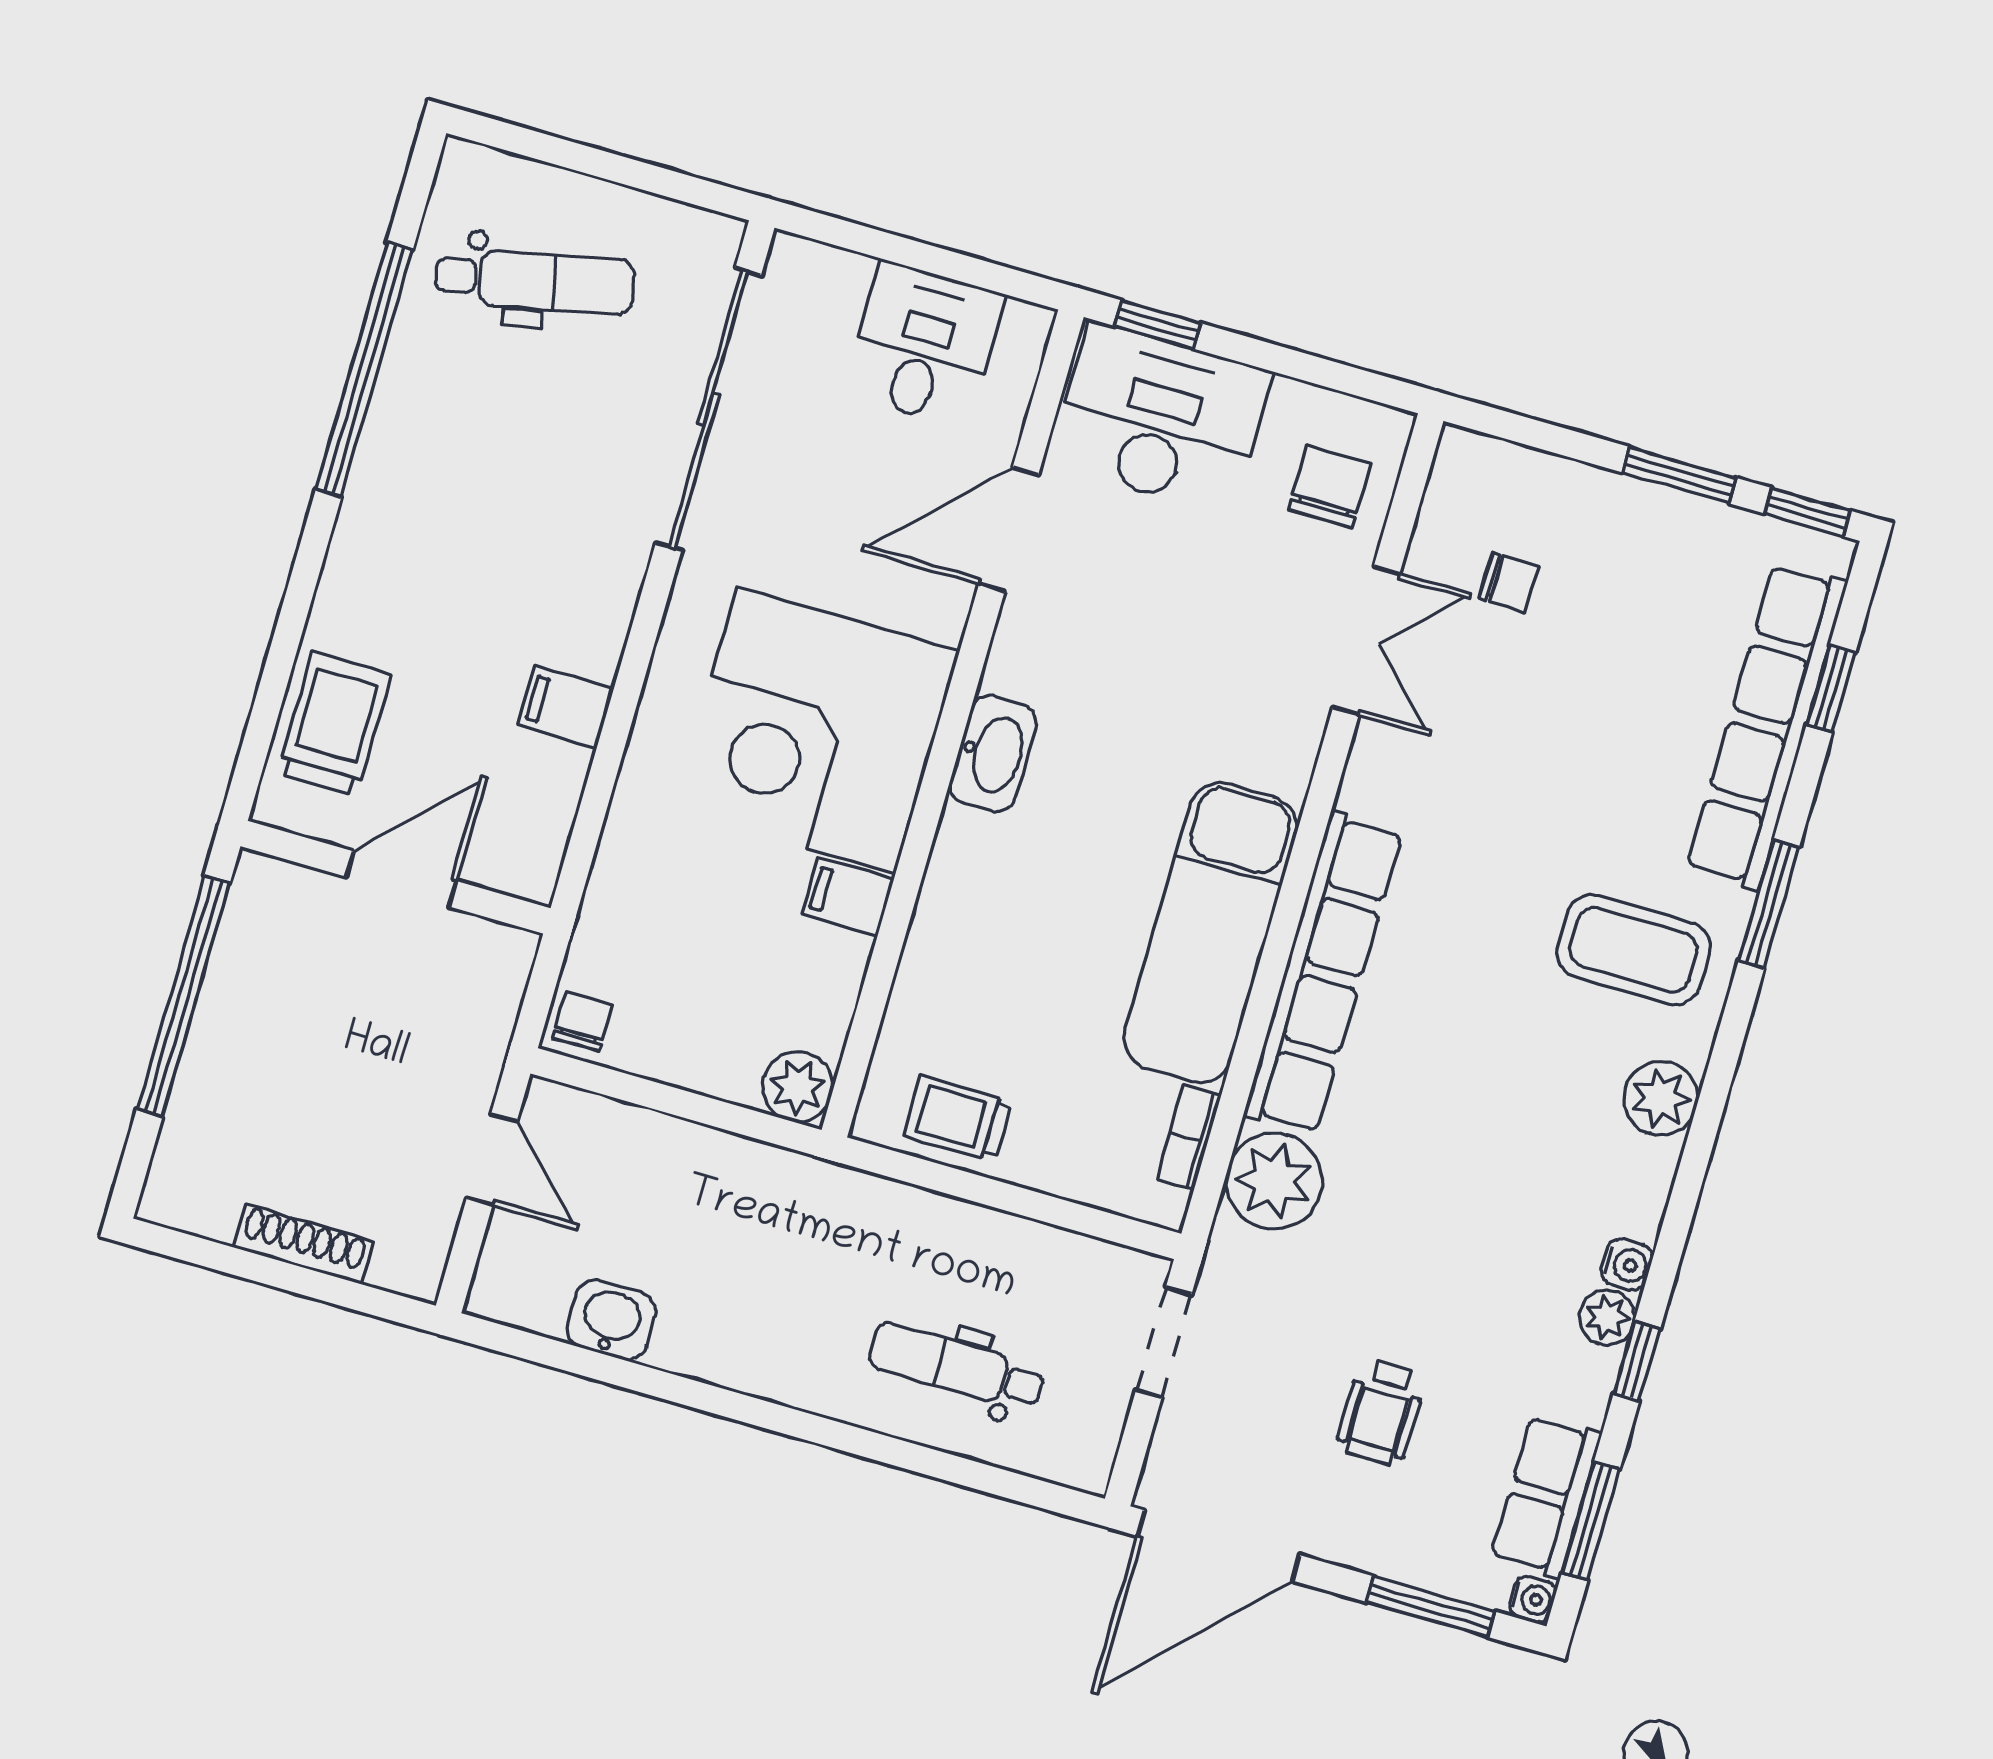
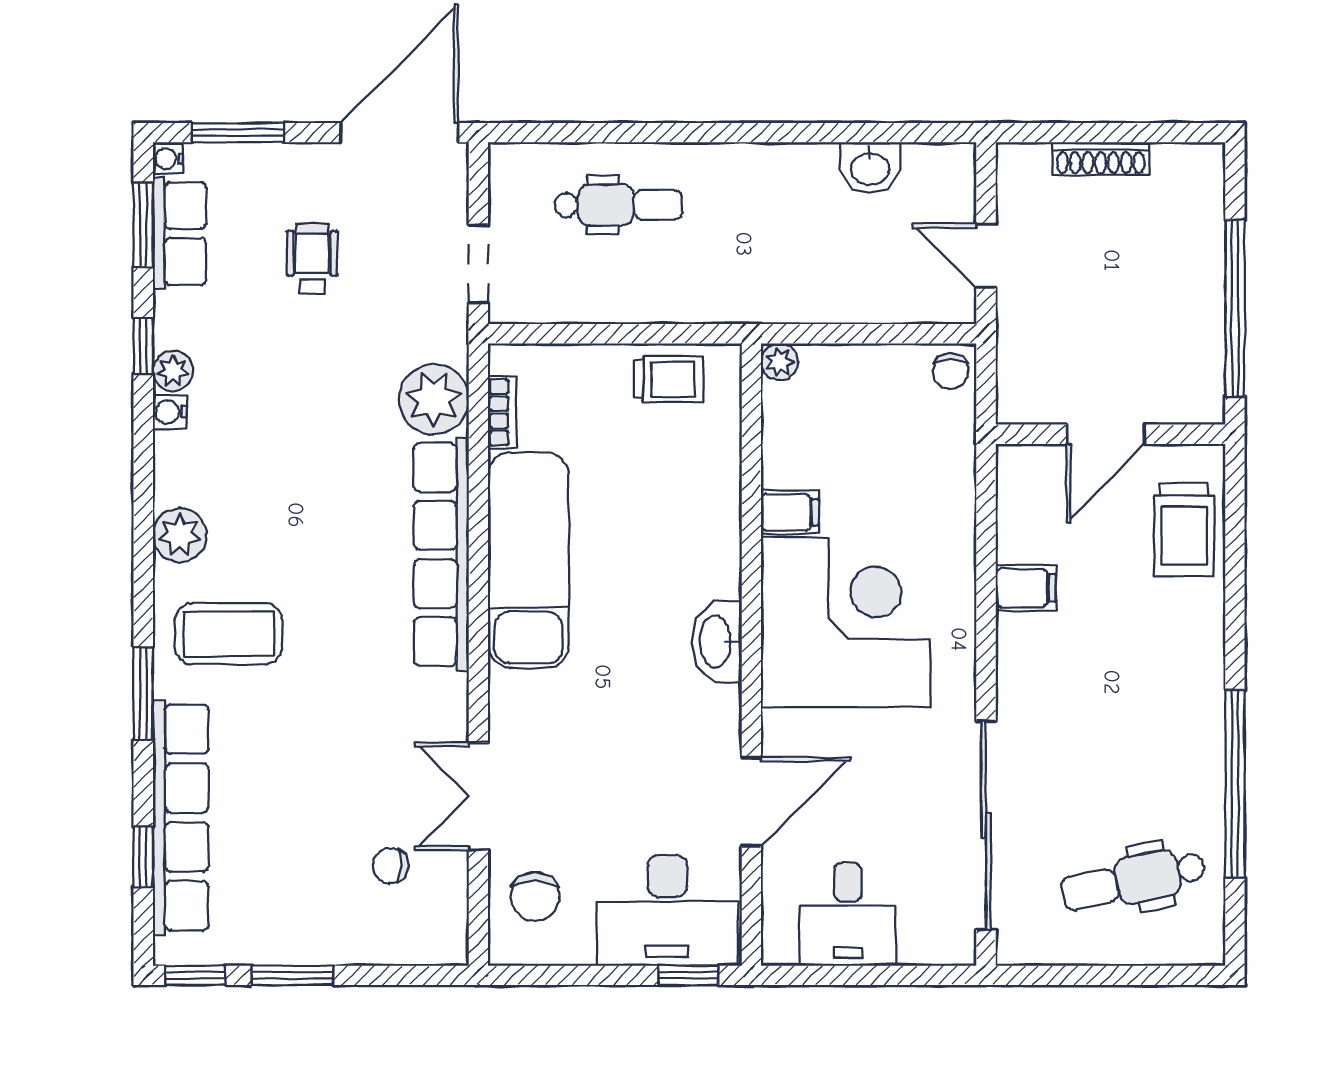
plant: (798, 1087) -> (779, 362), width x0.73, depth x0.73

